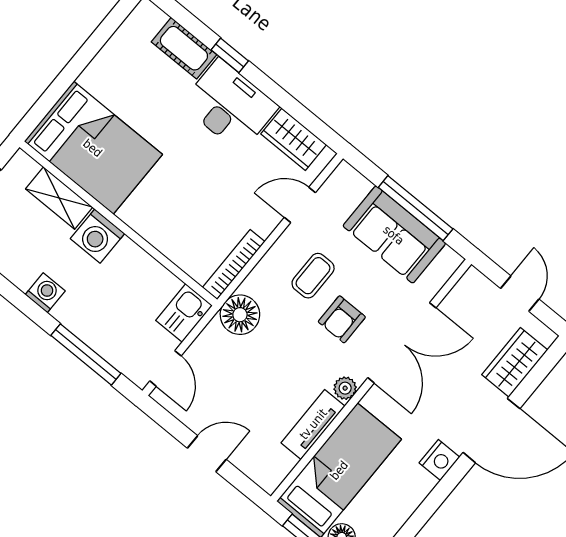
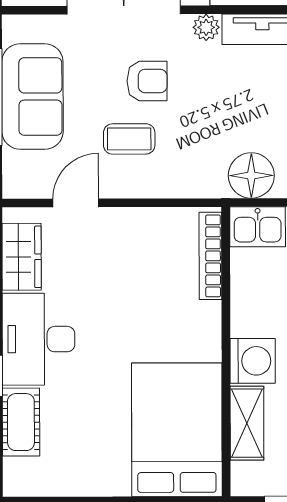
door: (300, 205) -> (76, 203), swing flipped
bookcase: (234, 265) -> (210, 256), moved, turned 90
floor lamp: (240, 315) -> (251, 175), moved

